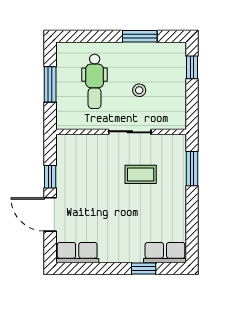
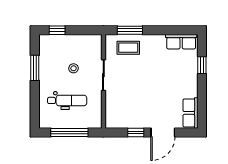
window: (50, 84) -> (69, 132), width x1.44
coffee table: (141, 174) -> (128, 48), moved, turned 90
row of seats: (165, 253) -> (181, 42), moved, turned -90

